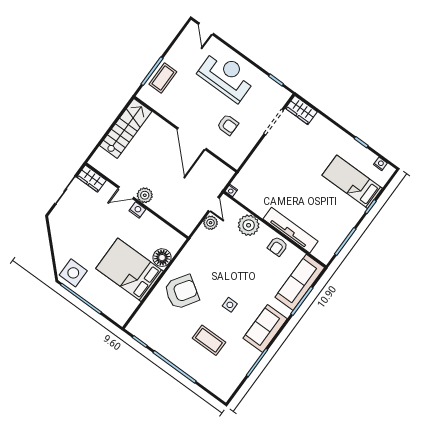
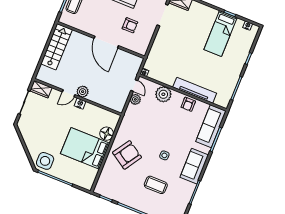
bed: (352, 182) -> (221, 34), moved, turned -90

